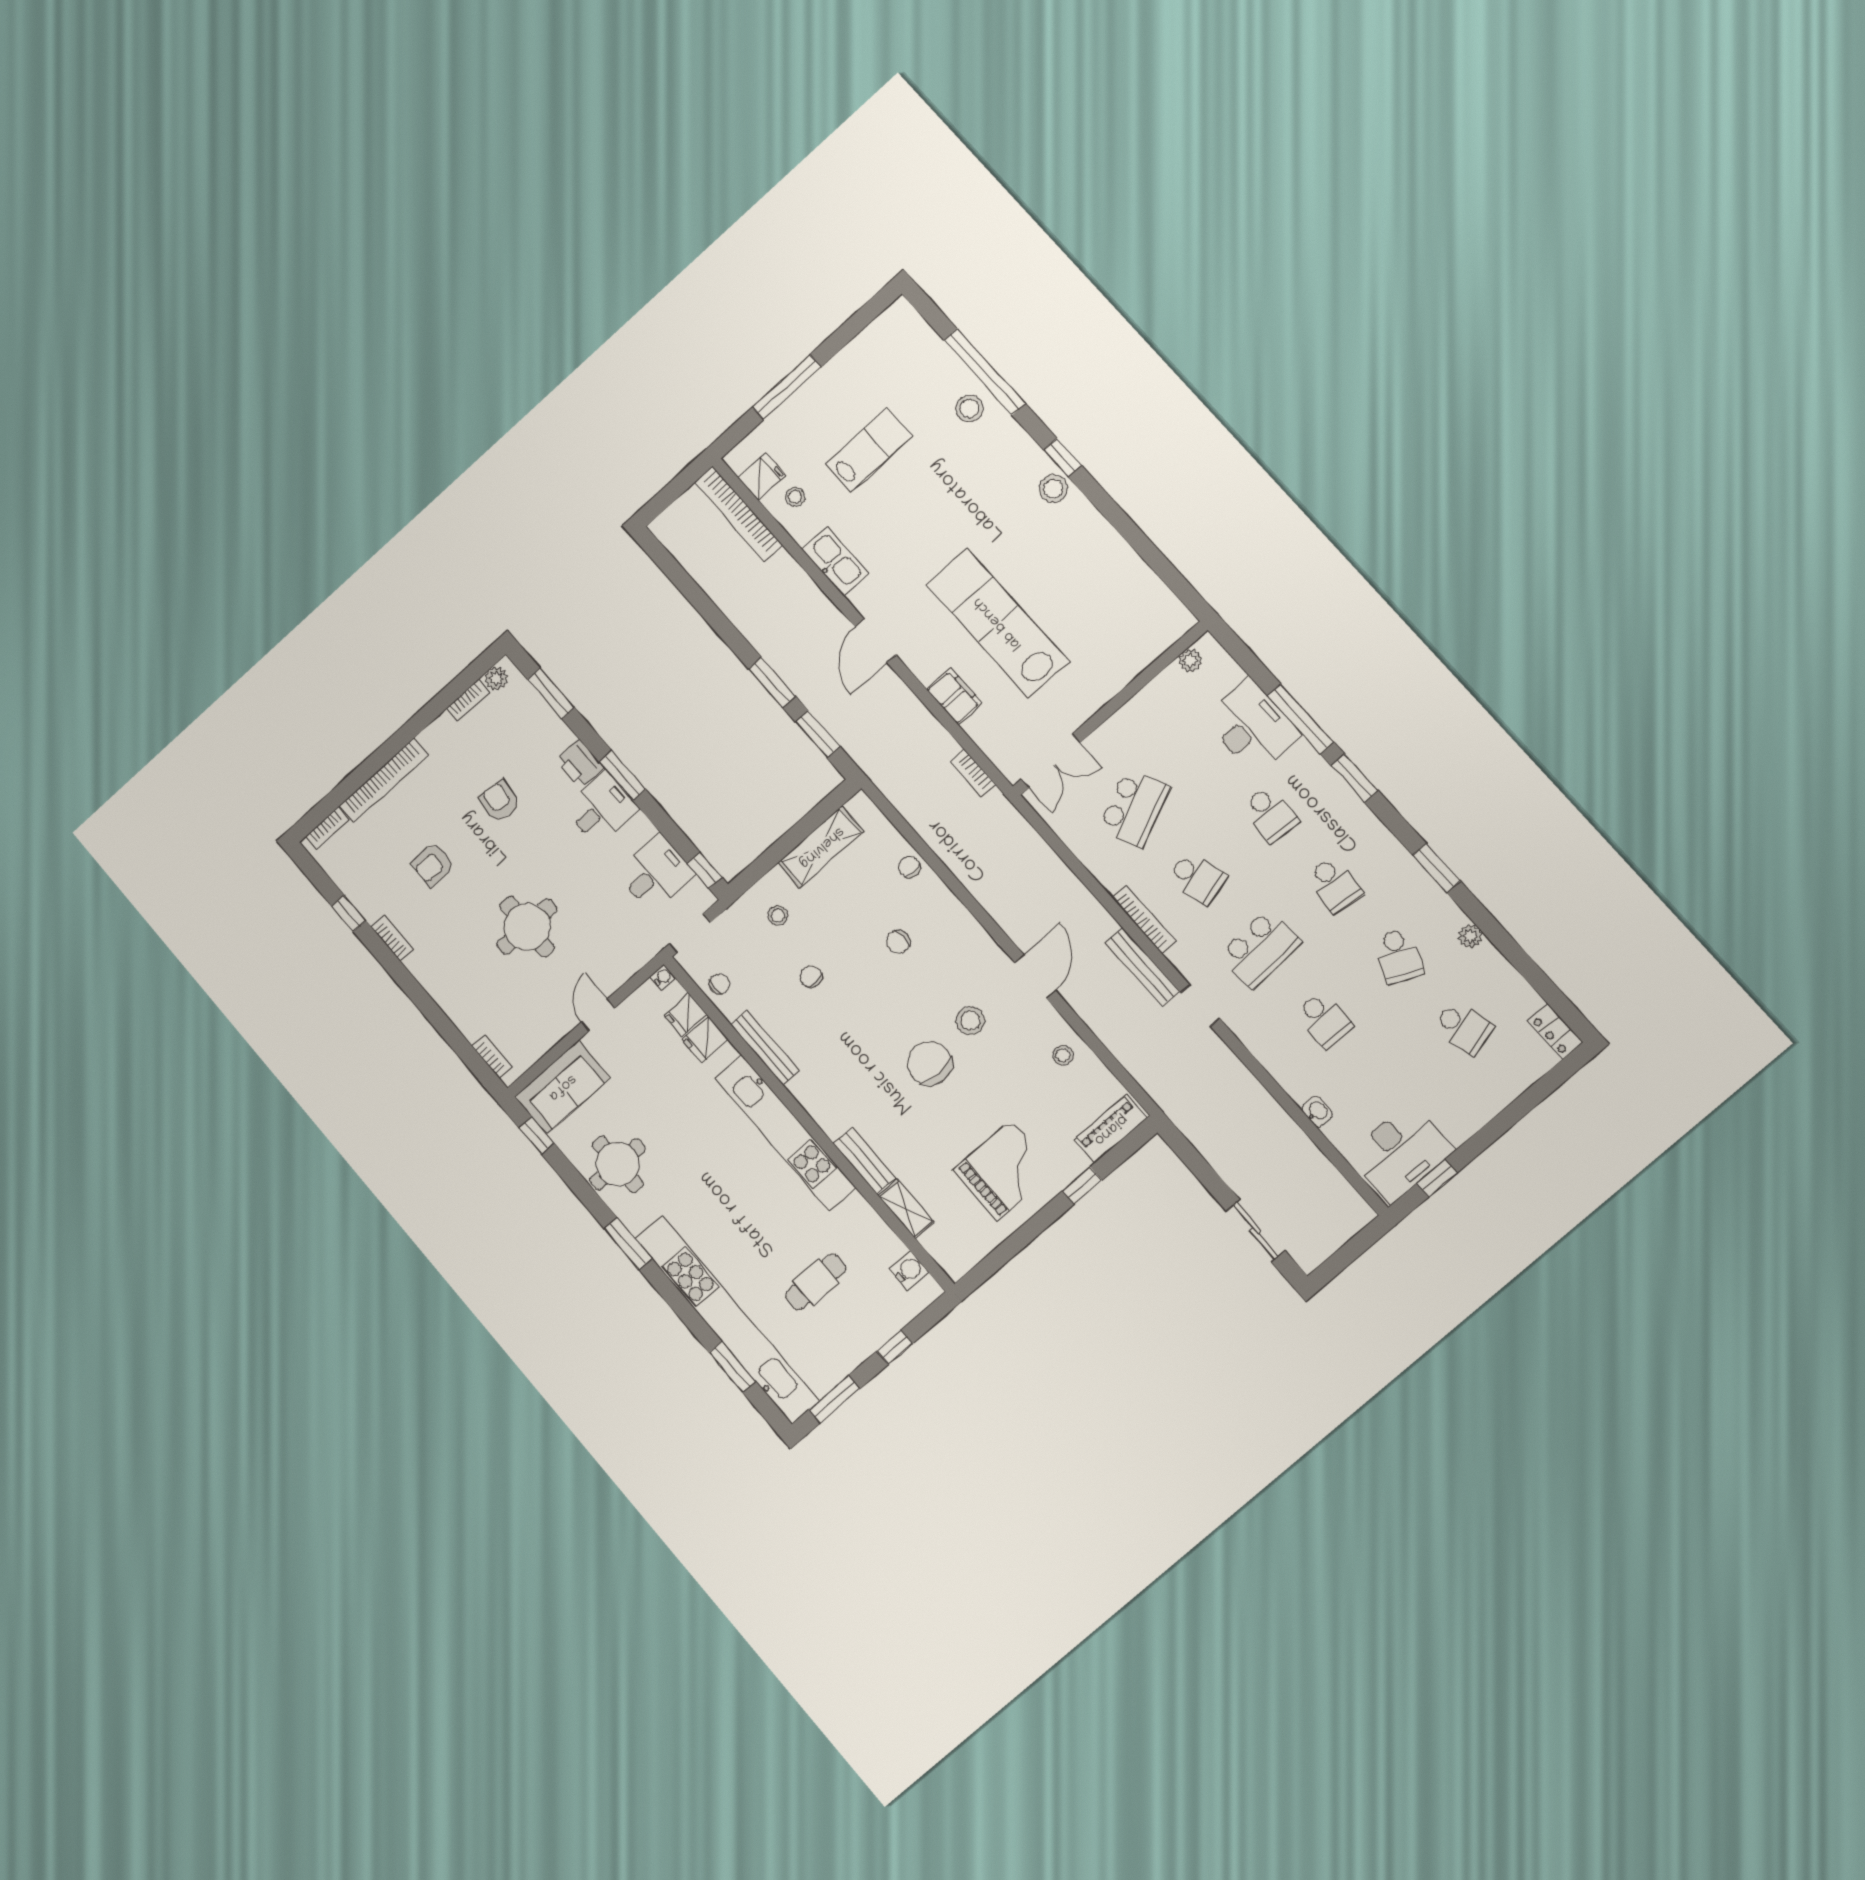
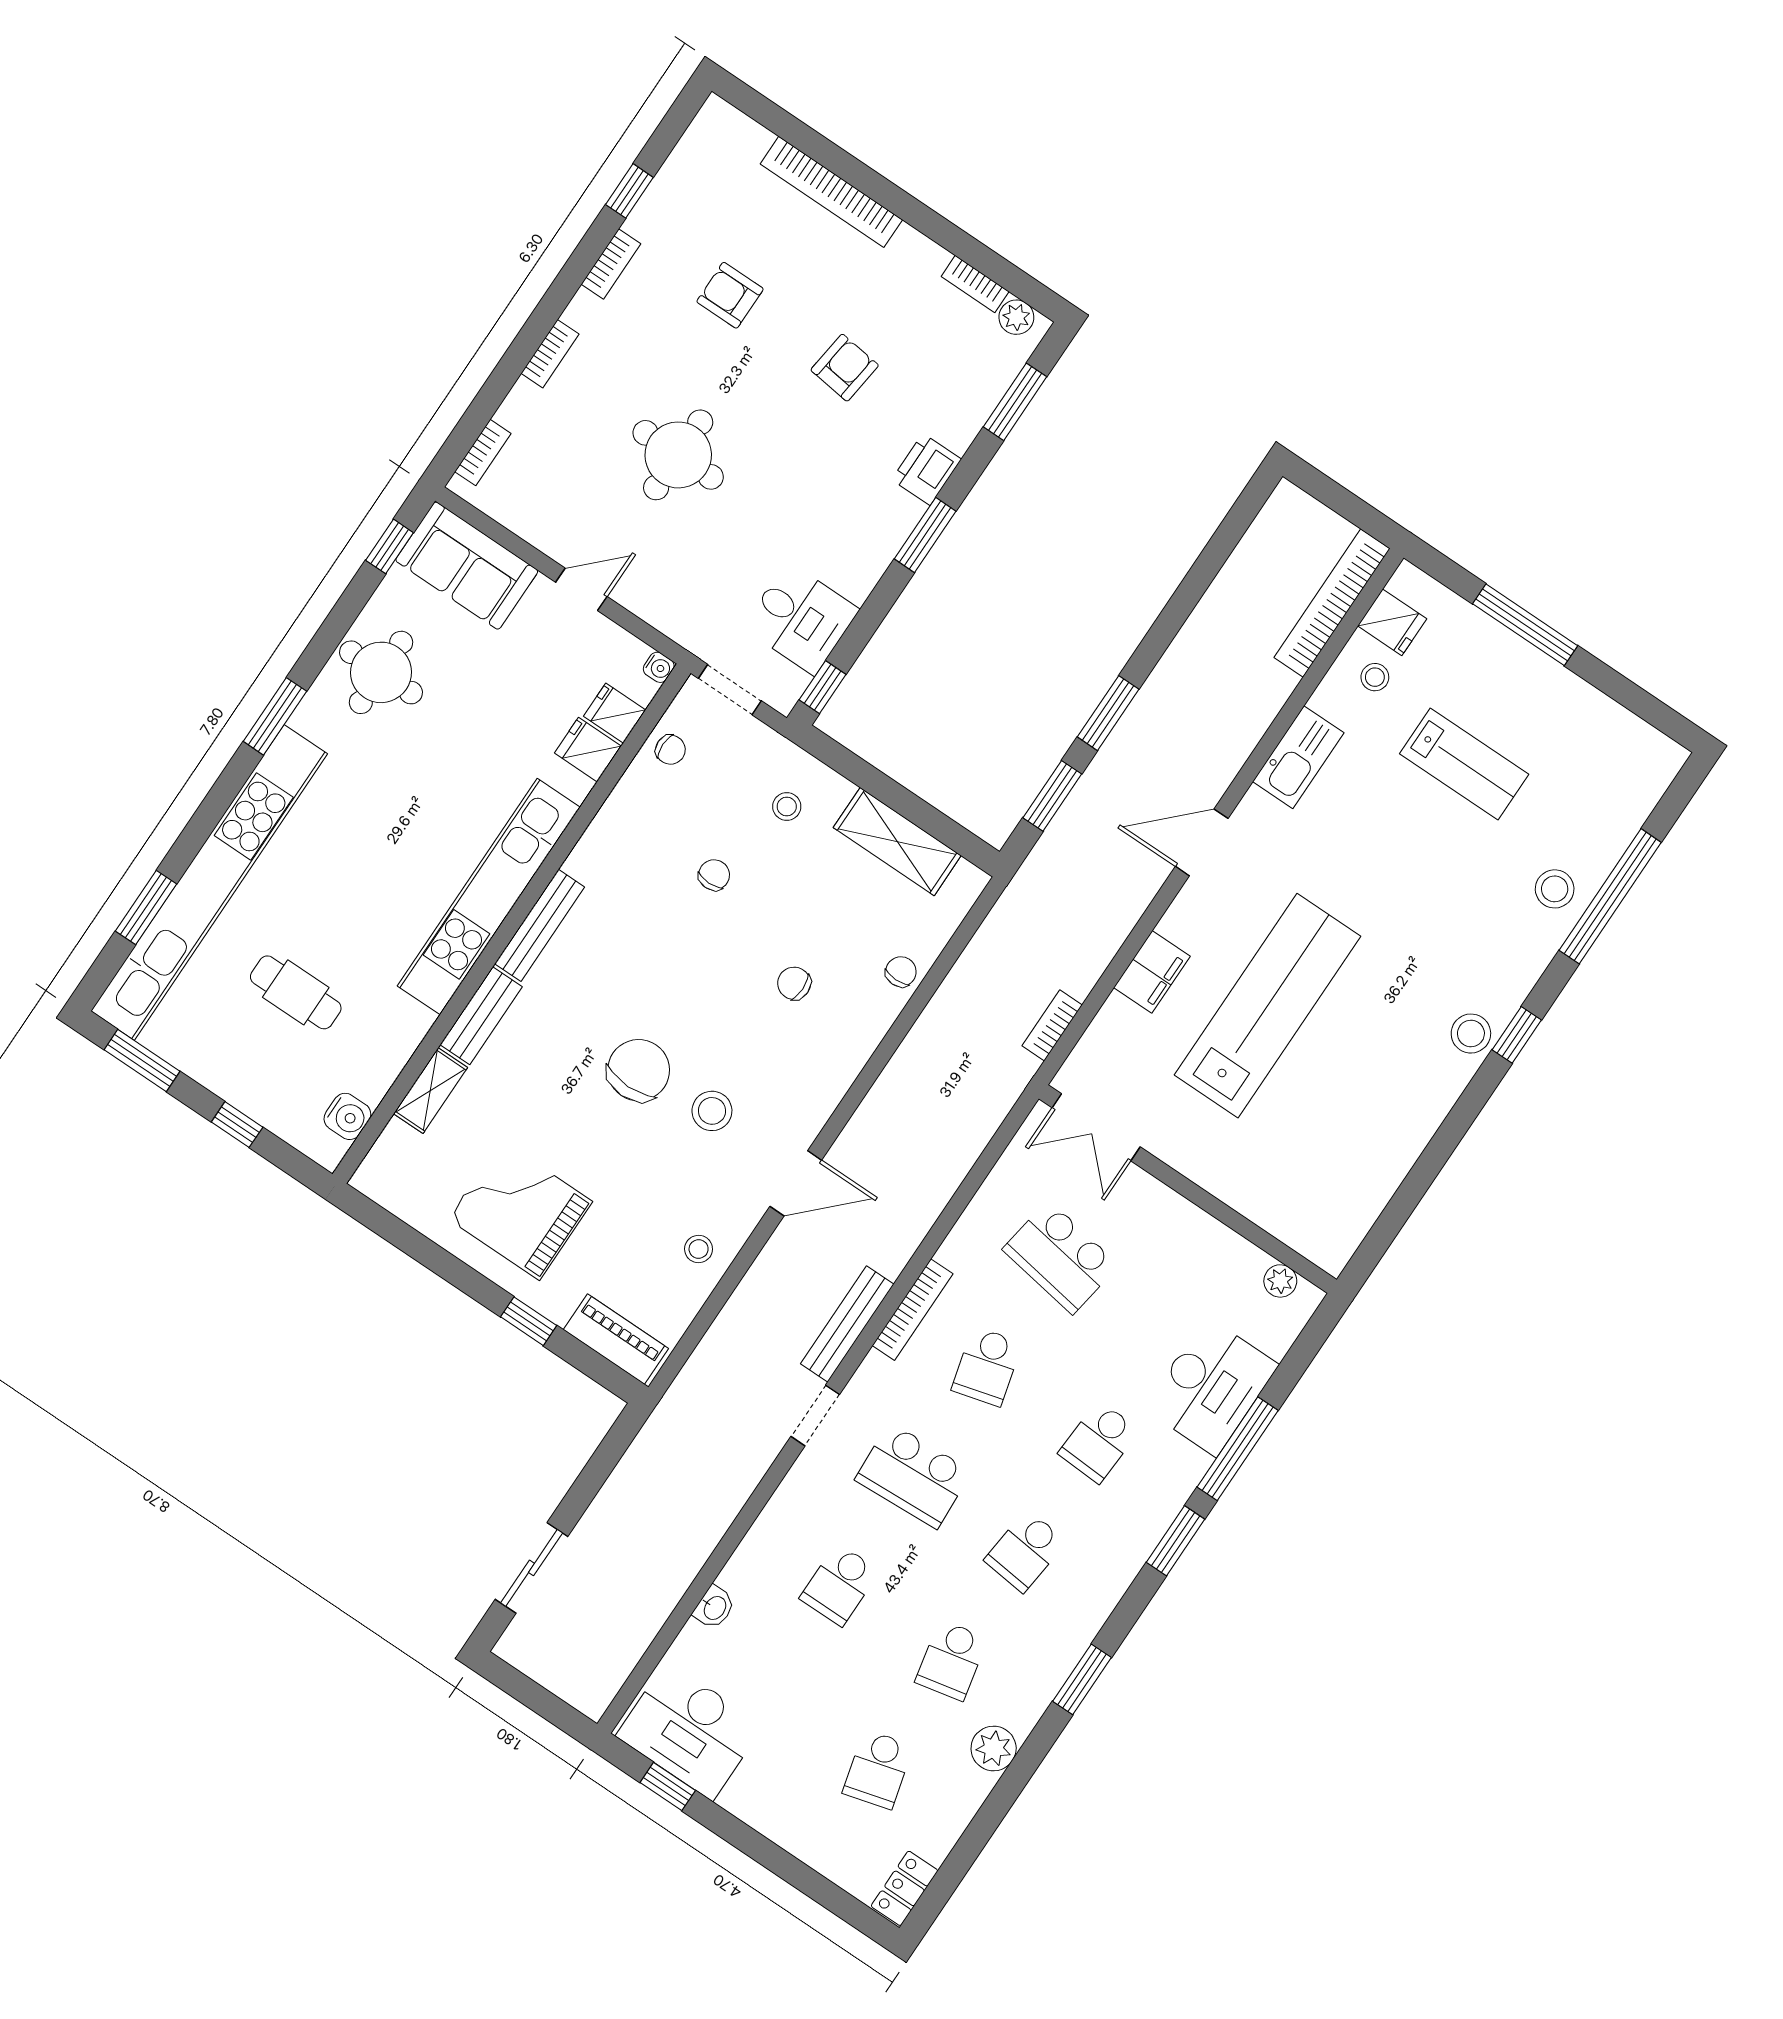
school desk: (1134, 808) -> (1060, 1257), turned 33
desk: (601, 809) -> (871, 517), removed
bookcase: (327, 828) -> (550, 354), moved, turned -90
plant: (1470, 936) -> (994, 1748), width x1.38, depth x1.38
school desk: (1399, 956) -> (951, 1660), turned -36
bench: (765, 1048) -> (539, 925), moved
grand piano: (1004, 1170) -> (520, 1210), turned 180

